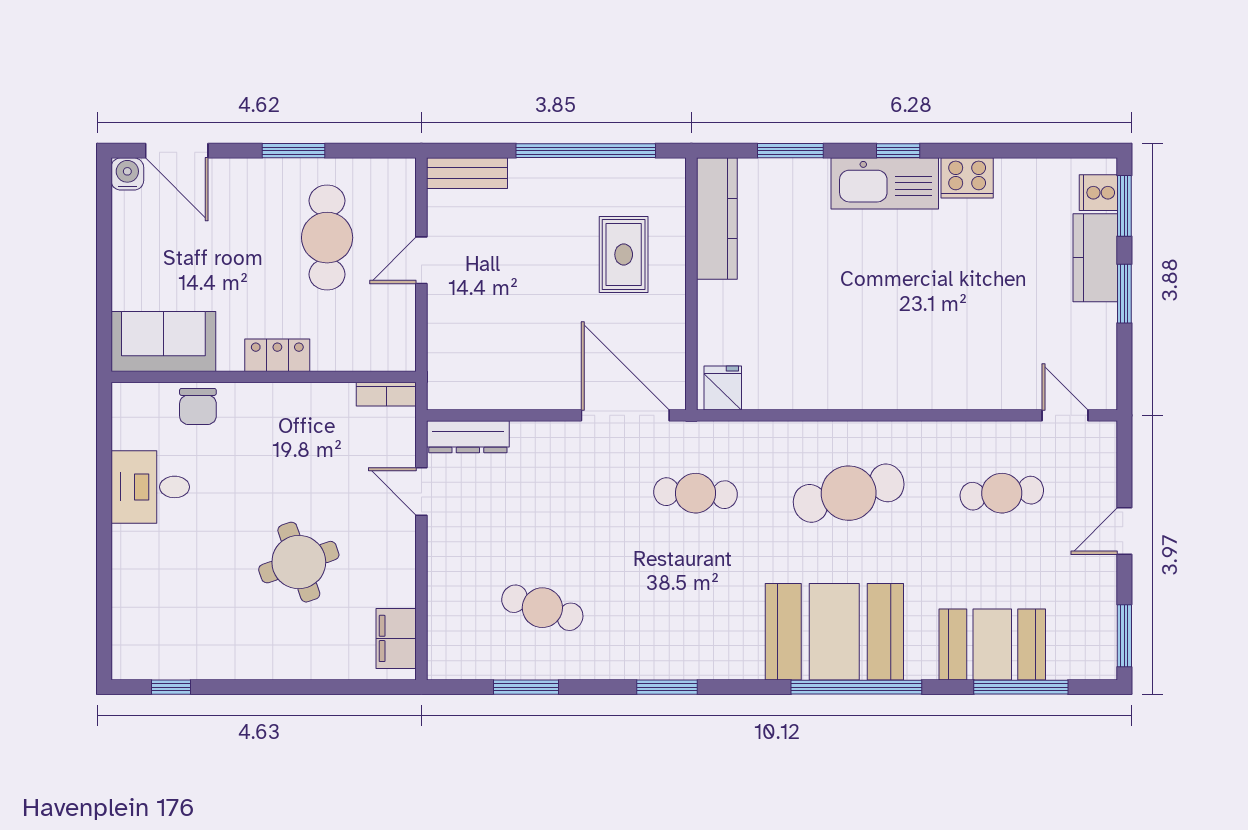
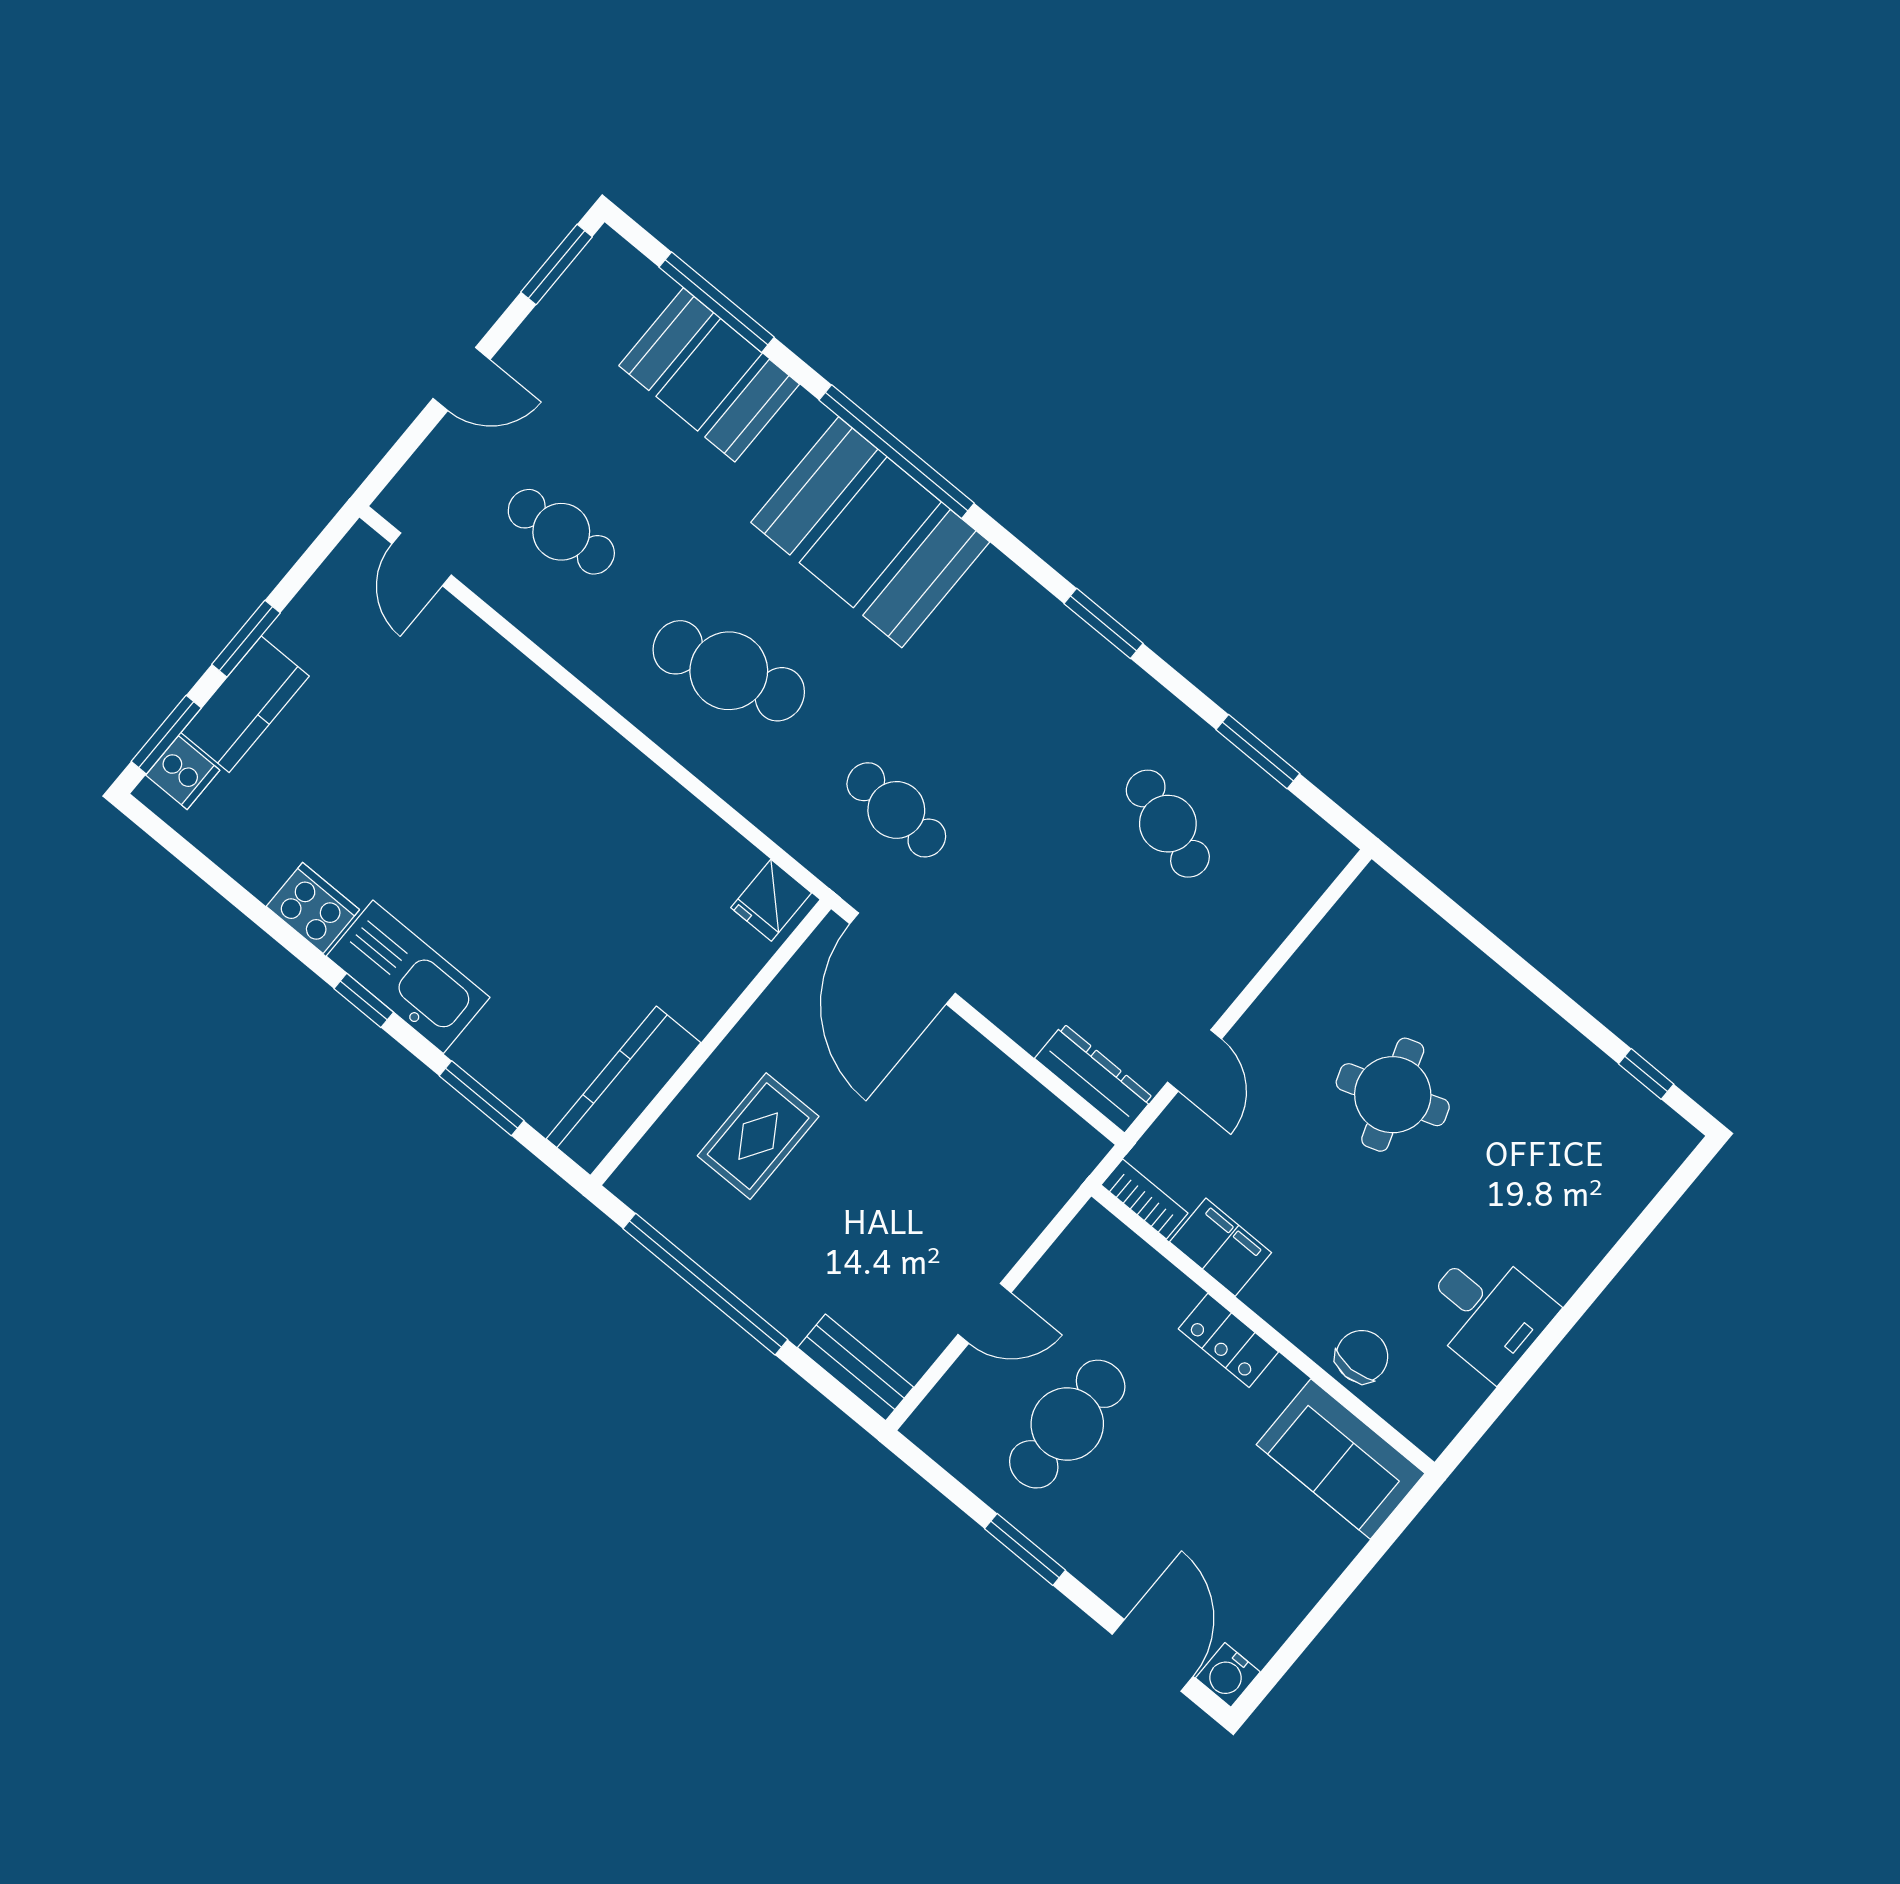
filing cabinet: (396, 638) -> (1221, 1247), moved, turned -90

